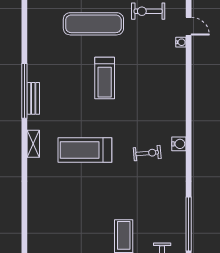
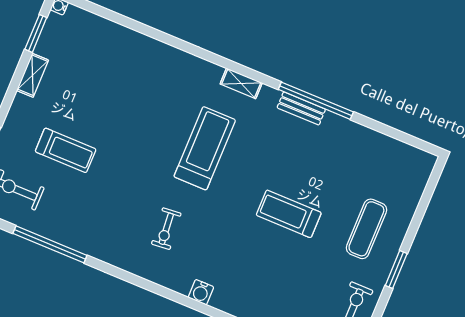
exercise mat: (93, 24) -> (366, 229), width x0.73, depth x0.69
water cooler: (179, 144) -> (201, 292), moved

